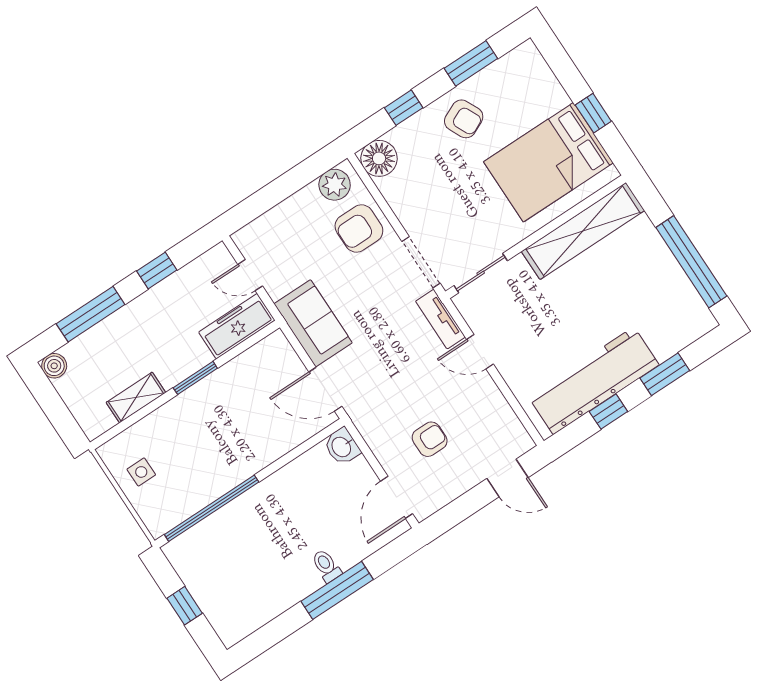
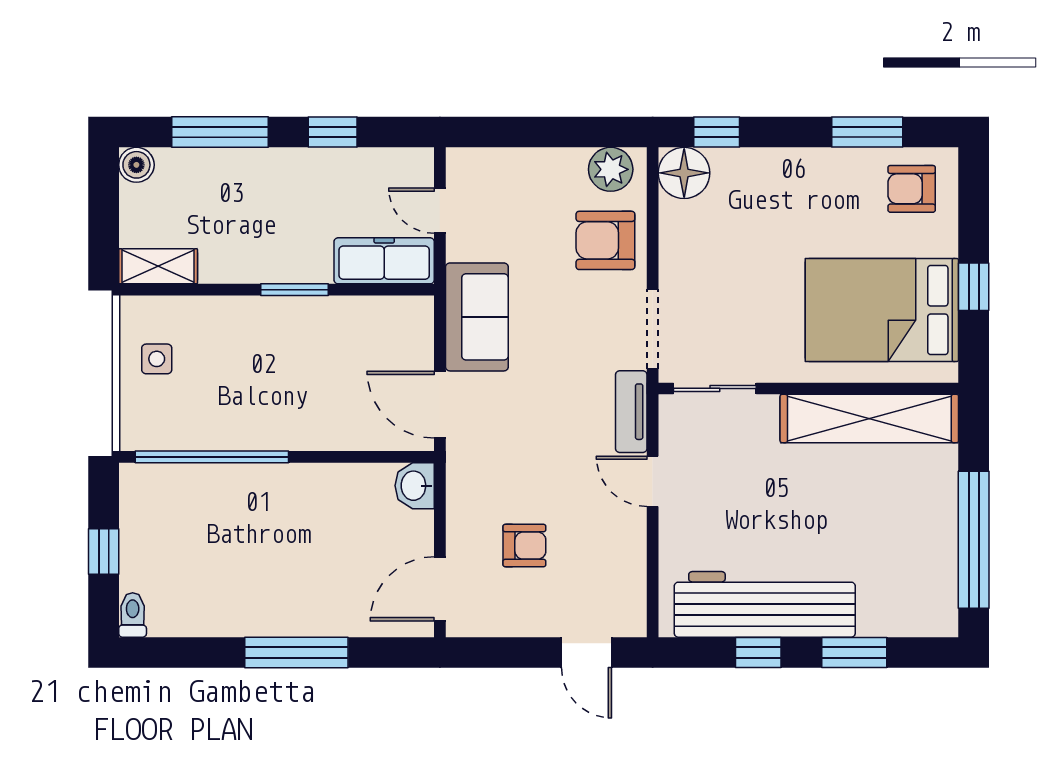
window: (404, 108) -> (717, 132), moved
armchair: (464, 119) -> (912, 189), moved, turned 115
shelving: (136, 397) -> (158, 266), moved
toilet: (326, 566) -> (133, 615), moved

